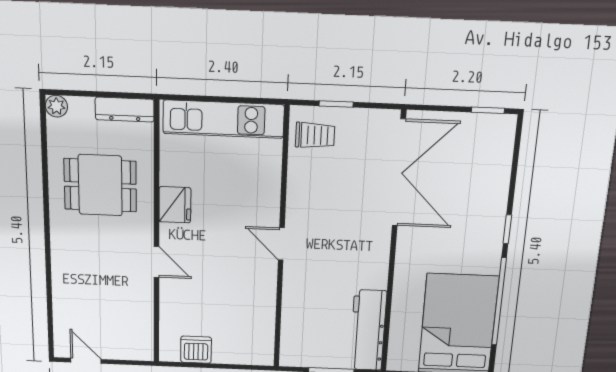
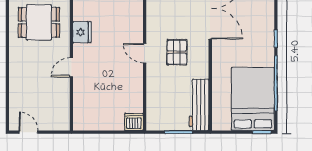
pallet: (336, 245) -> (177, 52), added
door: (156, 262) -> (71, 67), swing flipped
dishwasher: (196, 350) -> (134, 122), moved

